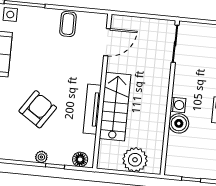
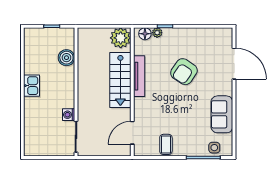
washing machine: (178, 105) -> (69, 115), moved
boiler: (179, 123) -> (66, 58), moved
plant: (41, 157) -> (157, 33), moved
plant: (135, 160) -> (121, 38), moved

